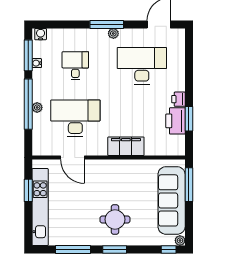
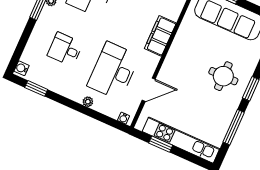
window: (28, 55) -> (36, 88), width x0.69
water cooler: (37, 63) -> (124, 118), moved
window: (28, 104) -> (81, 109), removed

